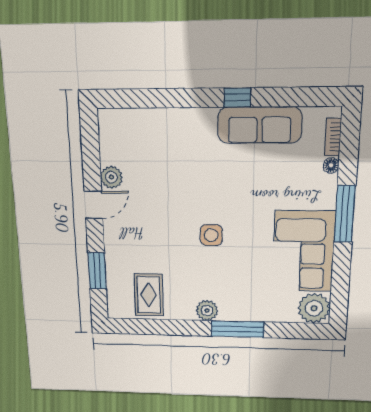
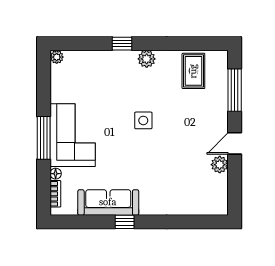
corner sofa: (304, 251) -> (73, 135), moved
window: (97, 271) -> (235, 90), width x1.44
plant: (314, 308) -> (57, 57), width x0.53, depth x0.53
window: (238, 329) -> (122, 44), width x0.46

